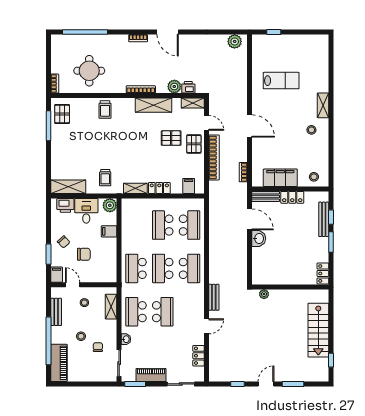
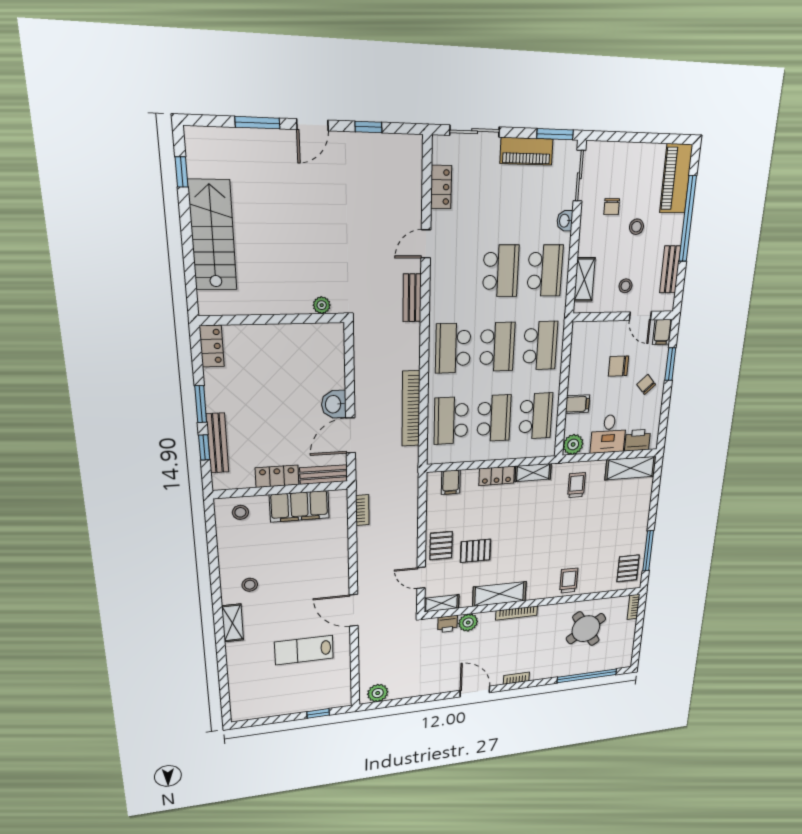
round table: (89, 71) -> (586, 629), turned -33
door: (250, 126) -> (354, 610), moved
bookcase: (214, 157) -> (411, 409), moved
door: (250, 219) -> (351, 435), hinge flipped
school desk: (136, 225) -> (536, 416), added
school desk: (163, 312) -> (501, 271), turned 180

